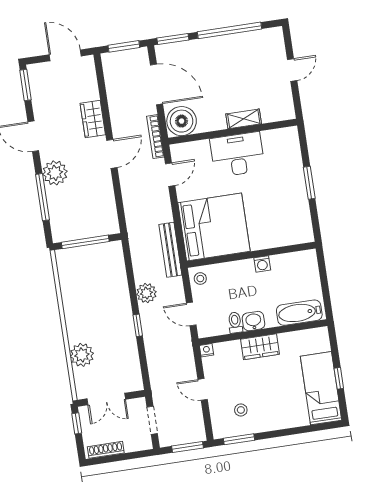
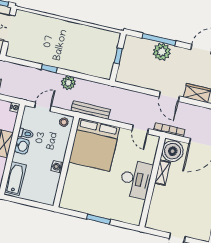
shelving: (244, 119) -> (162, 173), moved
plant: (55, 173) -> (162, 52), moved
window: (85, 242) -> (118, 56), width x0.46
plant: (82, 355) -> (45, 24), removed

